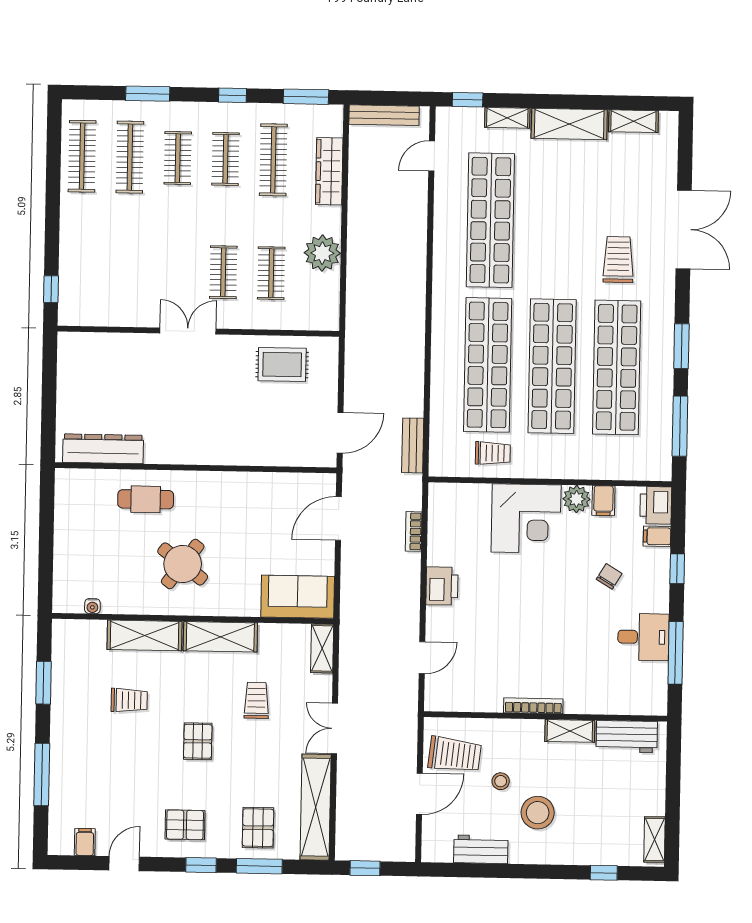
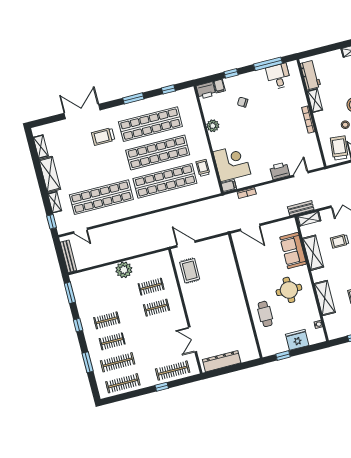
clothes rail: (273, 160) -> (173, 371), moved
wardrobe: (329, 171) -> (100, 274), removed
plant: (322, 253) -> (124, 270), moved
window: (51, 289) -> (162, 387), moved
double door: (188, 331) -> (193, 339), moved
window: (680, 426) -> (168, 89), width x0.46
door: (340, 433) -> (186, 244), moved
bench: (413, 445) -> (301, 208), moved
dresser: (103, 449) -> (222, 361), moved, turned 90
filing cabinet: (603, 501) -> (229, 186), moved
window: (47, 513) -> (283, 356), added
corner desk: (526, 518) -> (232, 163), moved
fridge: (72, 552) -> (297, 340), added
round table: (183, 564) -> (289, 290), turned -37
printer: (442, 586) -> (280, 171), moved
sofa: (298, 597) -> (293, 251), moved
shelving: (220, 637) -> (313, 253), moved
desk: (643, 637) -> (278, 76), moved
door: (422, 658) -> (301, 174), hinge flipped

